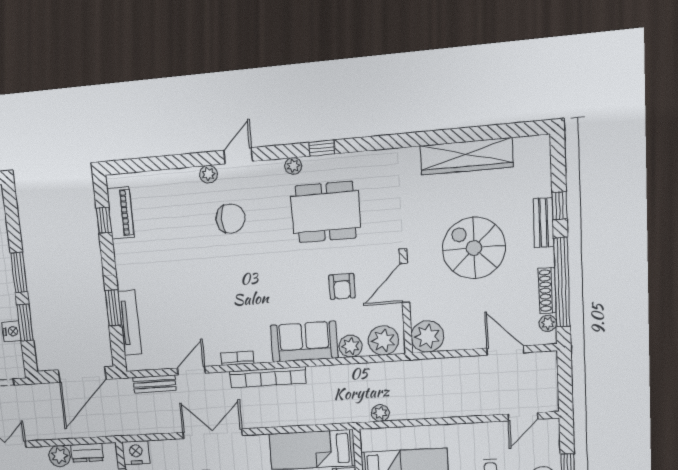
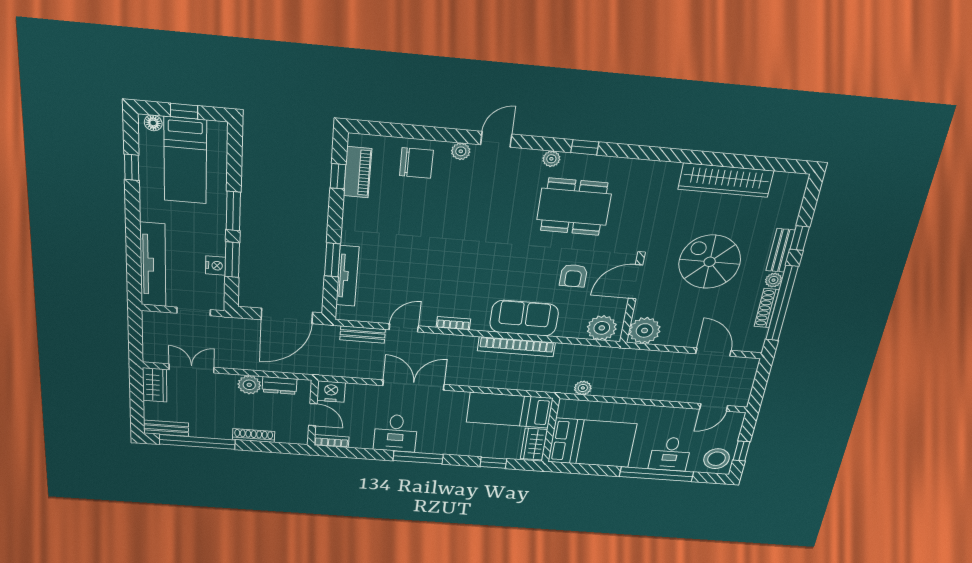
chair: (230, 218) -> (416, 163), moved
plant: (548, 323) -> (774, 280), moved
plant: (350, 346) -> (569, 328), removed
bookcase: (268, 377) -> (516, 347), moved

